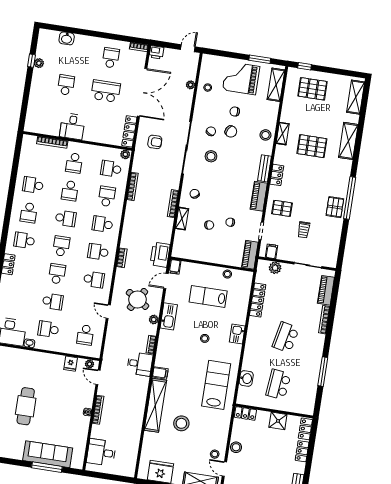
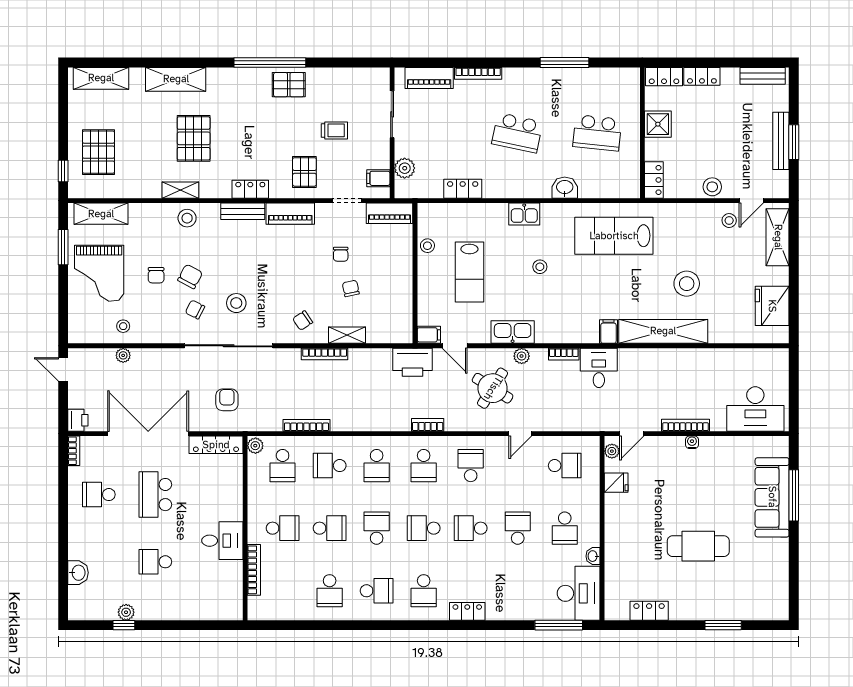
locker: (258, 300) -> (463, 189), width x0.66
washbasin: (246, 378) -> (565, 188), moved
desk: (101, 452) -> (755, 409), width x1.37

